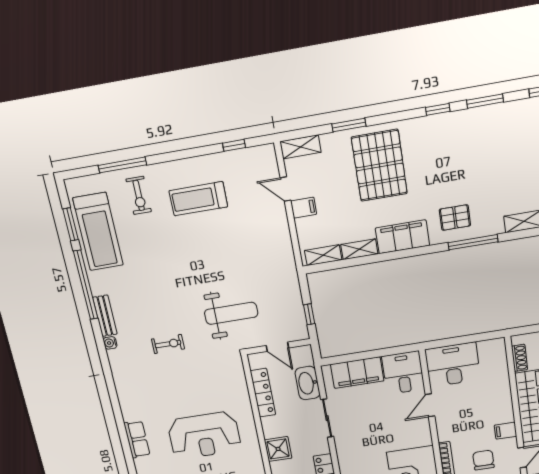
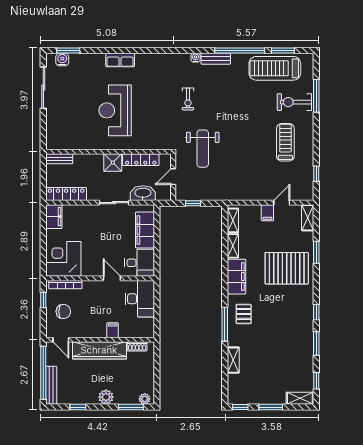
exercise bike: (139, 195) -> (294, 102), width x1.38, depth x1.39
filing cabinet: (506, 431) -> (113, 330), moved
shower: (278, 449) -> (113, 163), moved

